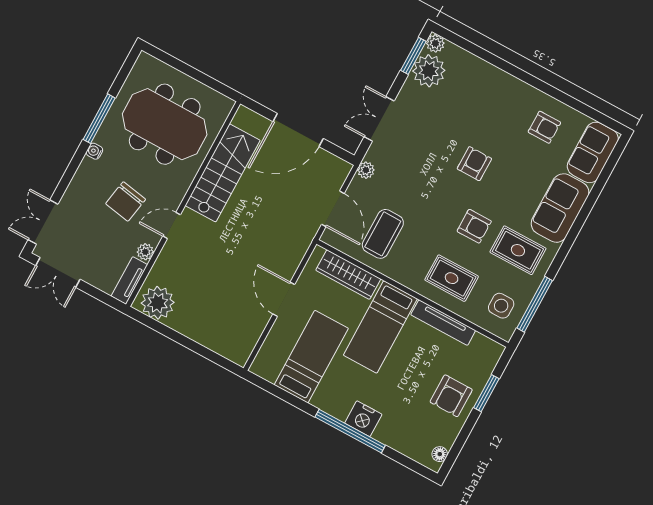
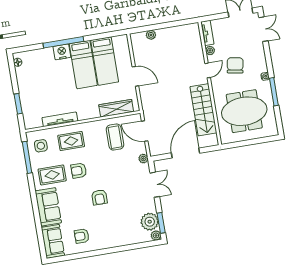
plant: (158, 303) -> (151, 35), moved, width x0.53, depth x0.53
bed: (380, 327) -> (83, 65), moved, turned 180
armchair: (451, 396) -> (32, 91), removed

